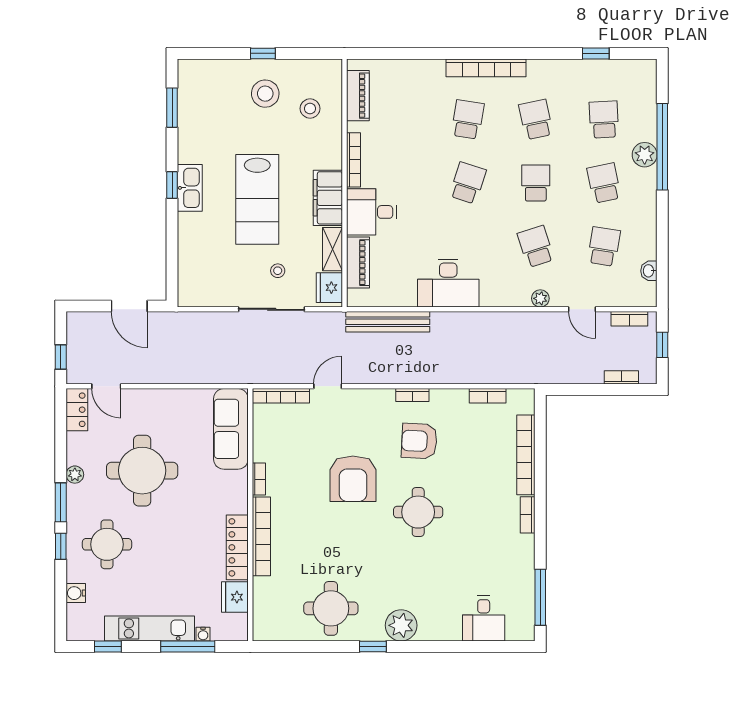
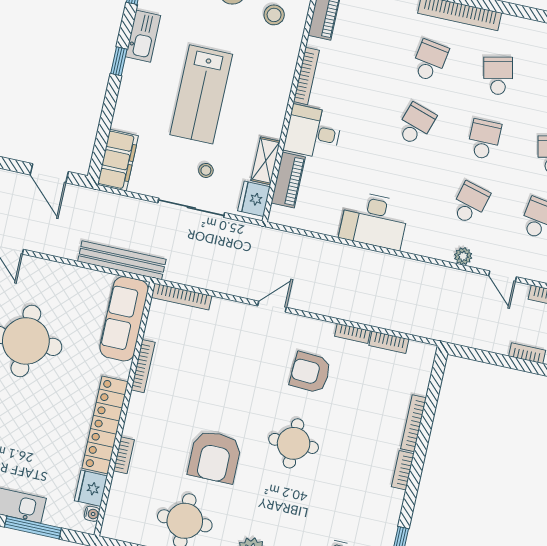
kitchen sink: (190, 188) -> (143, 36), moved
filing cabinet: (328, 198) -> (118, 160), moved, turned 180
school desk: (536, 246) -> (470, 203), turned 33
bench: (388, 322) -> (122, 260), moved
door: (328, 386) -> (272, 307), moved
bookcase: (412, 395) -> (352, 333), moved
bookcase: (526, 455) -> (413, 423), width x0.68, depth x0.76
bookcase: (259, 479) -> (143, 366), width x1.56
armchair: (353, 479) -> (215, 457), moved
bookcase: (261, 536) -> (124, 455), width x0.43, depth x0.76
locker: (237, 547) -> (105, 425), width x1.41, depth x1.21
water cooler: (203, 634) -> (92, 514), moved, turned -90

